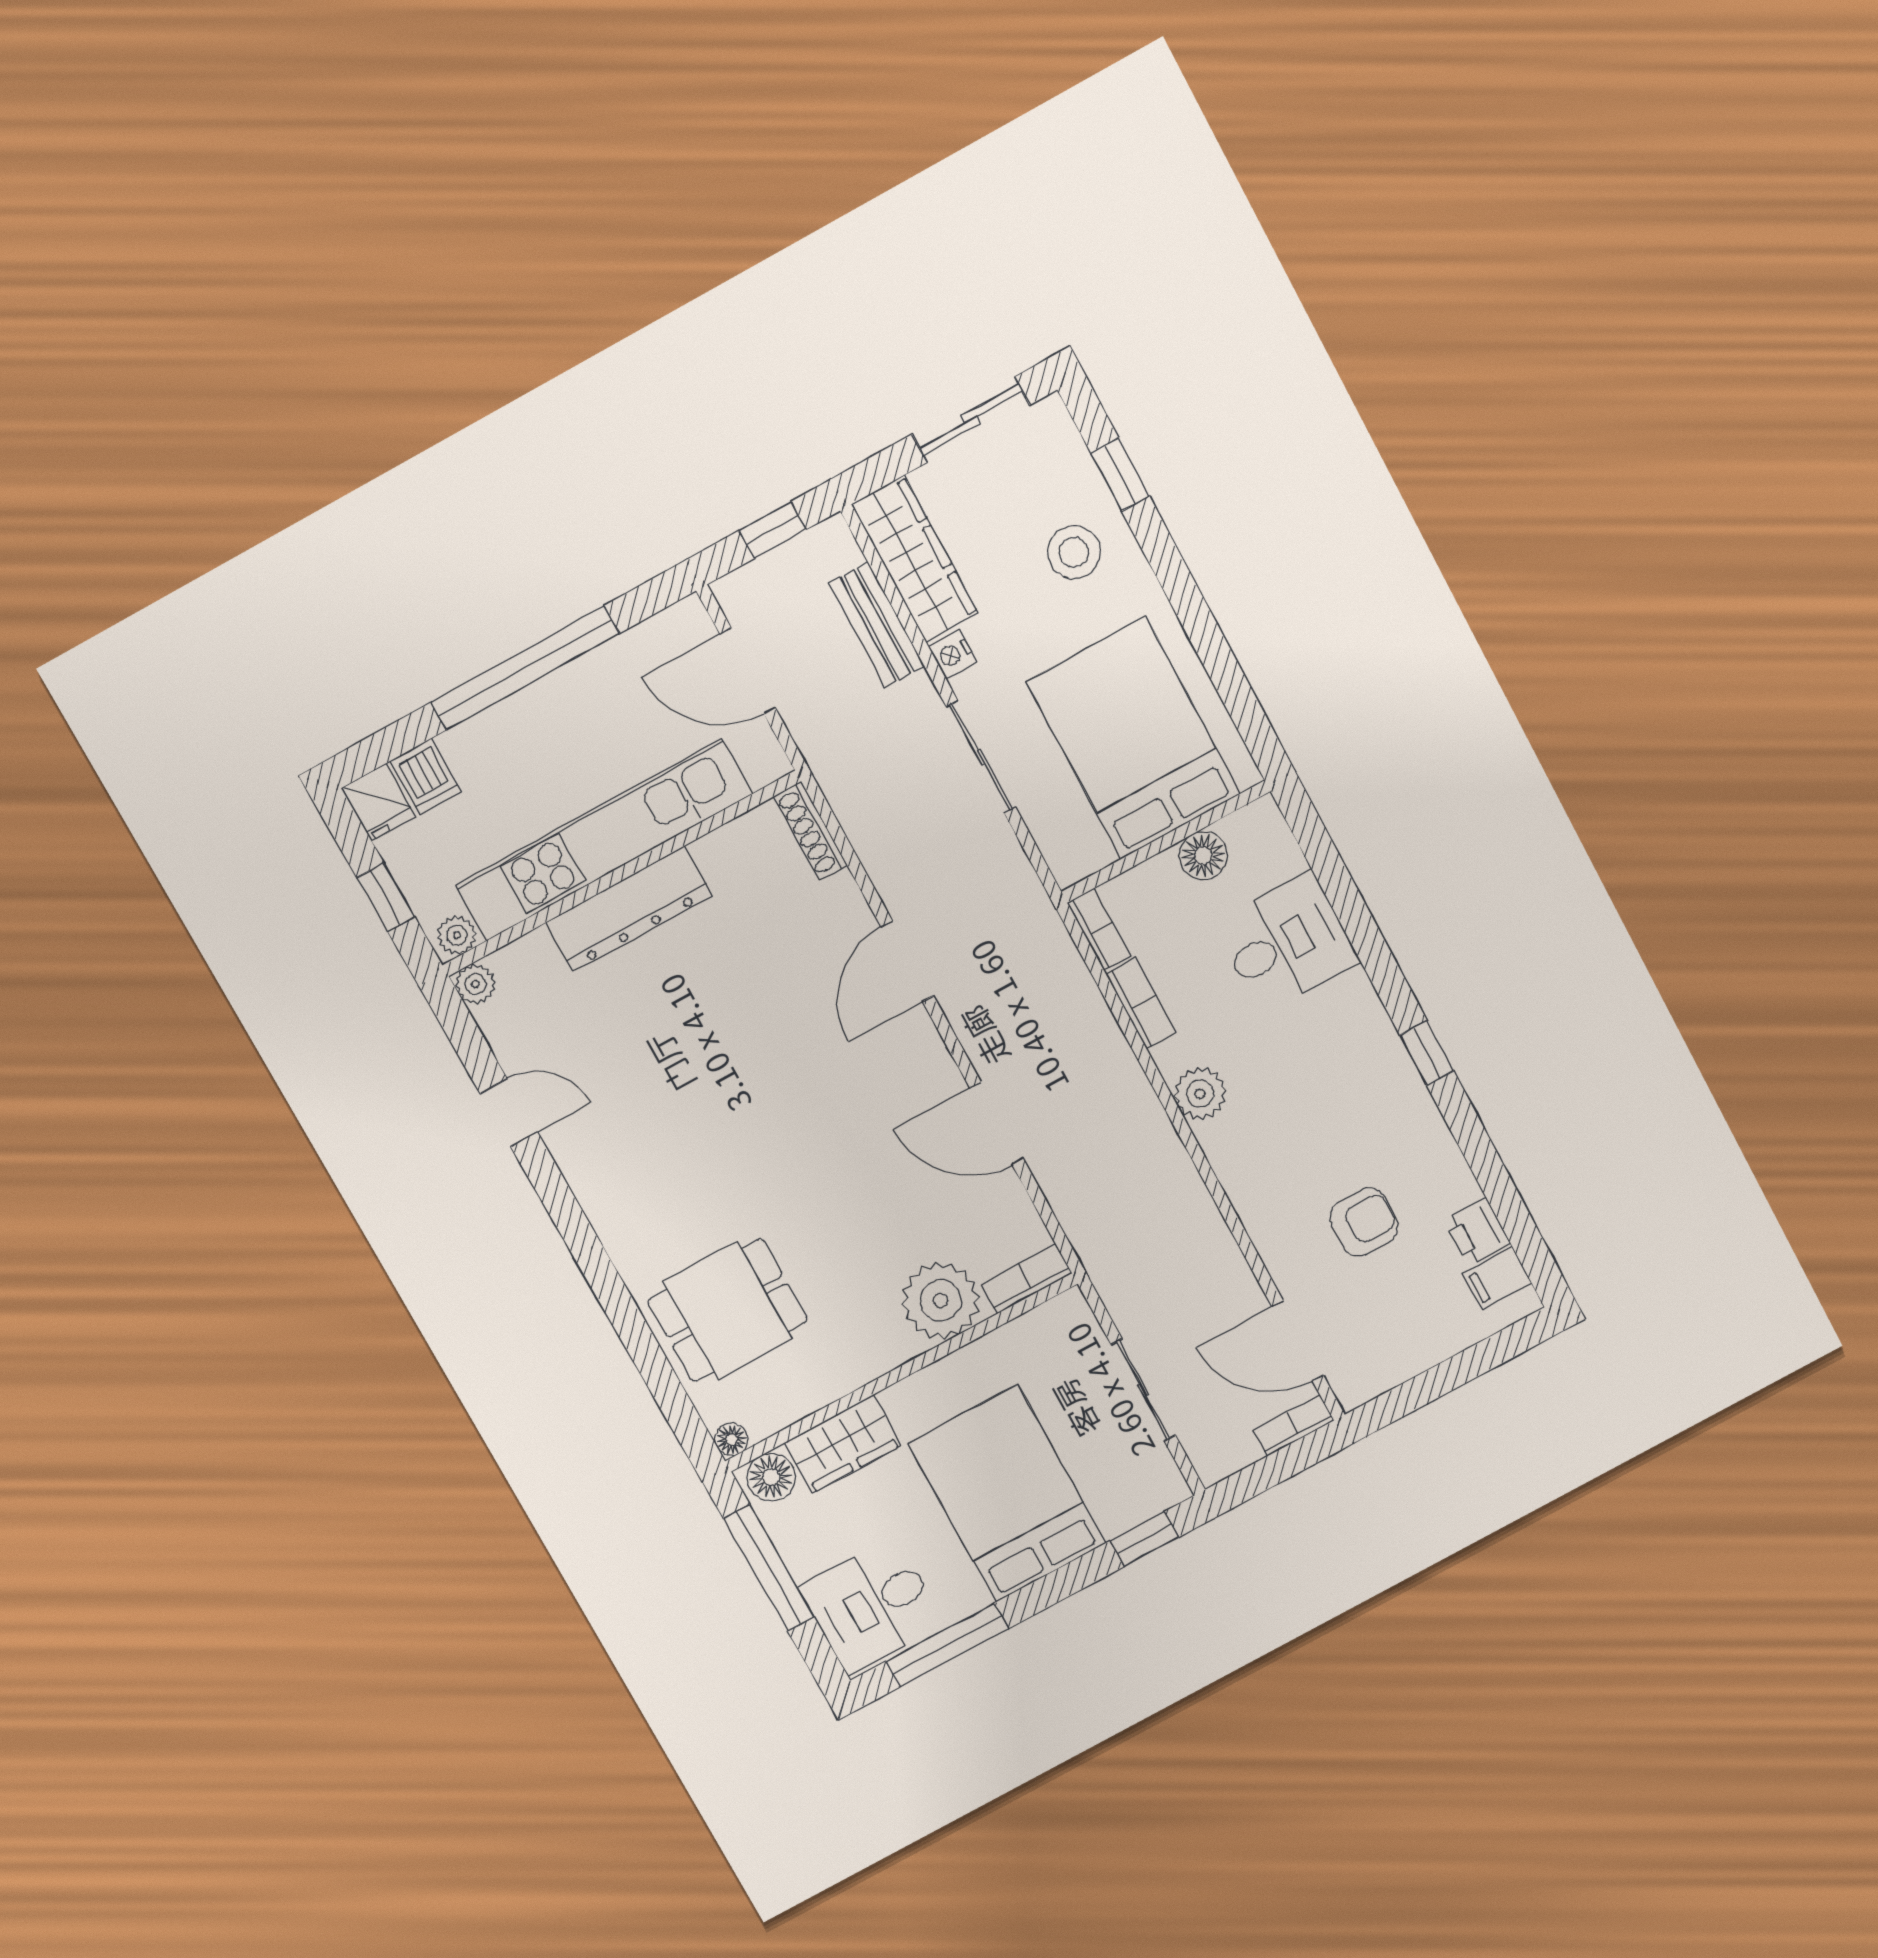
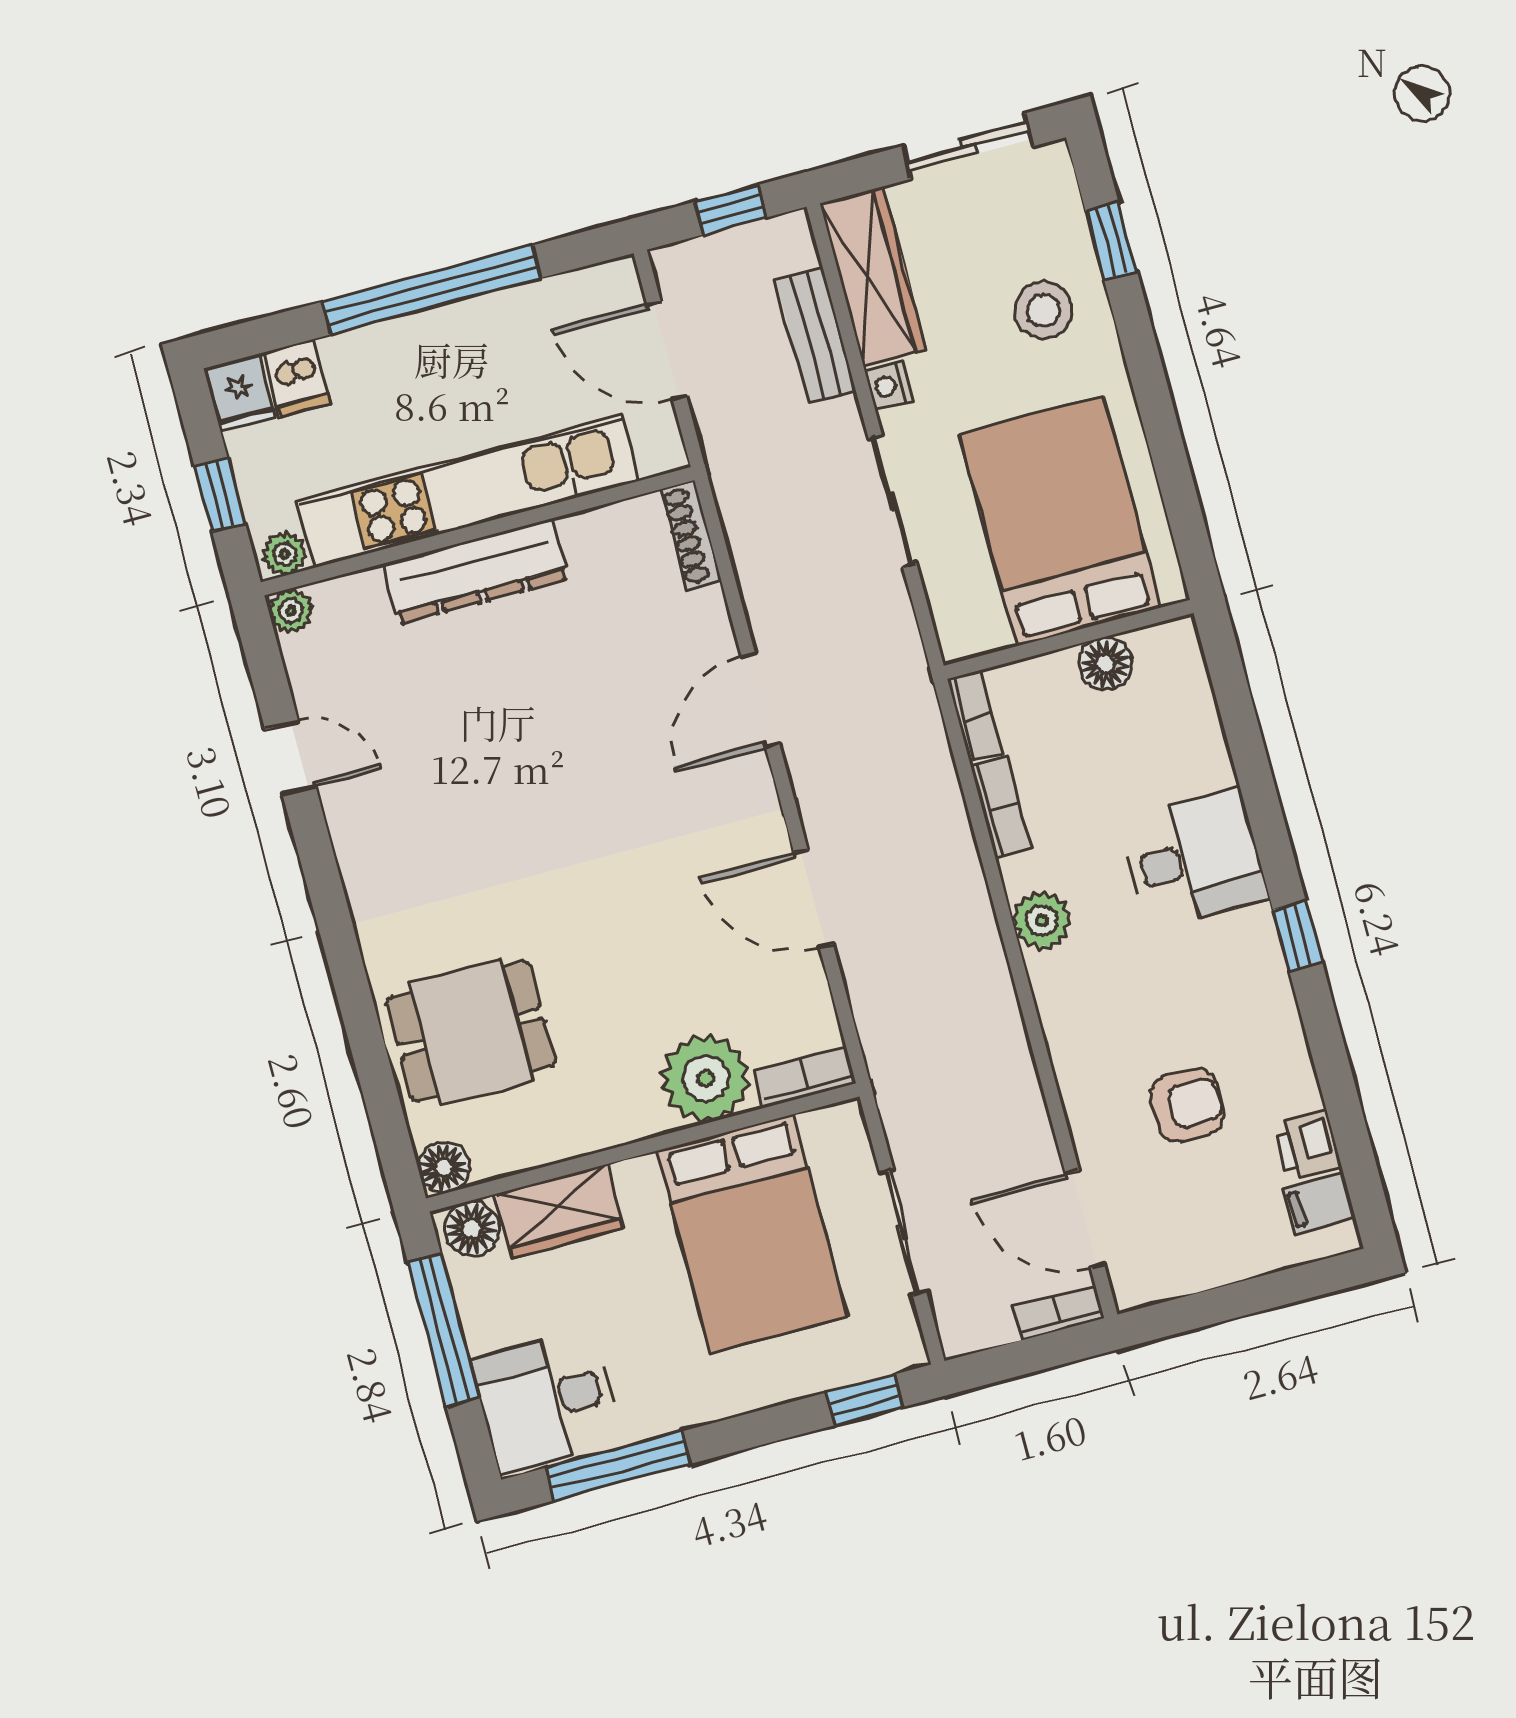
desk: (1286, 943) -> (1194, 859), moved
floor lamp: (731, 1439) -> (444, 1167), width x1.37, depth x1.37
bed: (1007, 1494) -> (752, 1234), moved, turned 180

